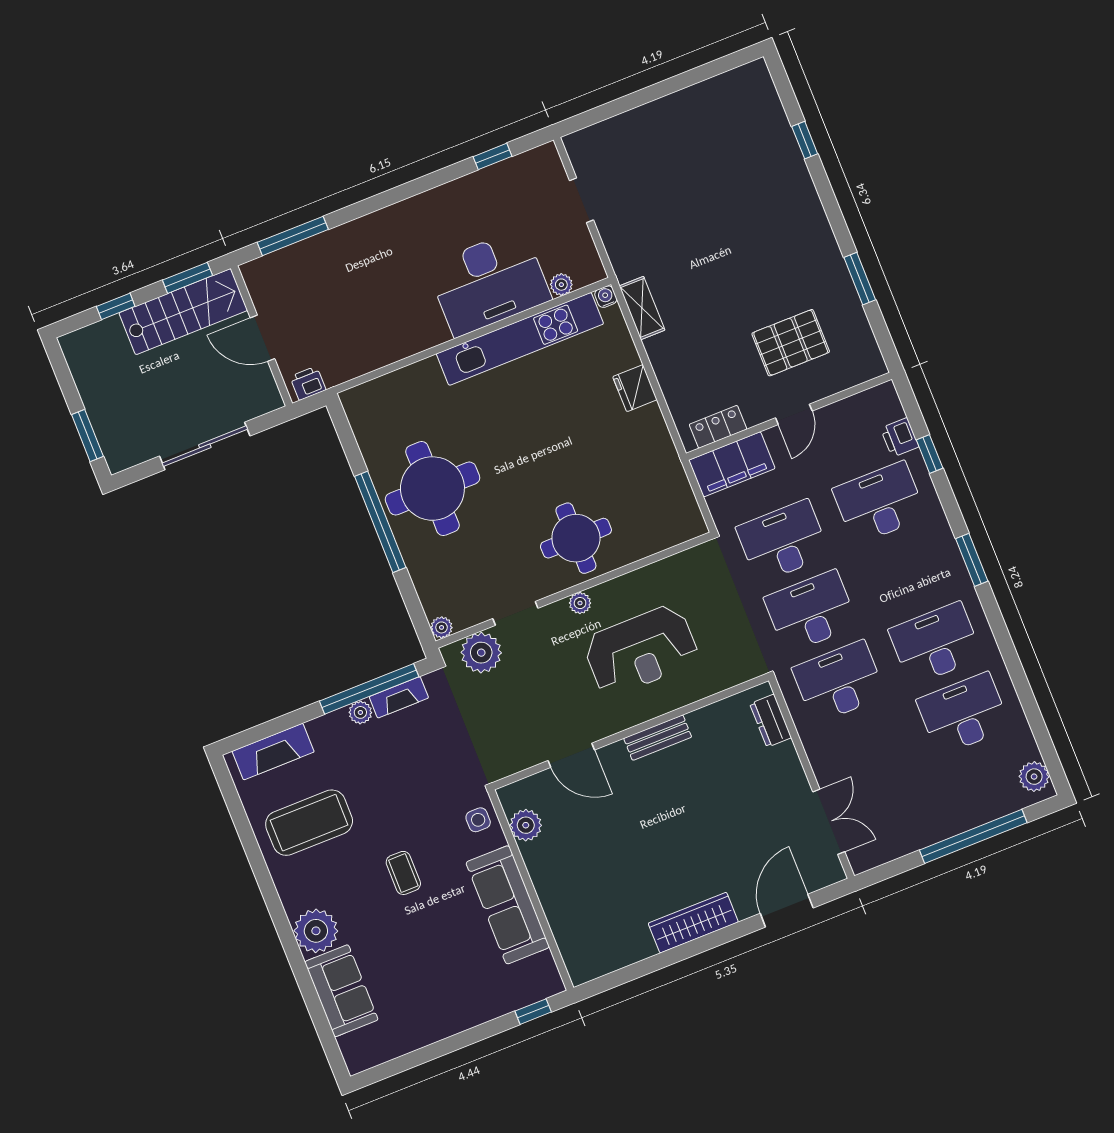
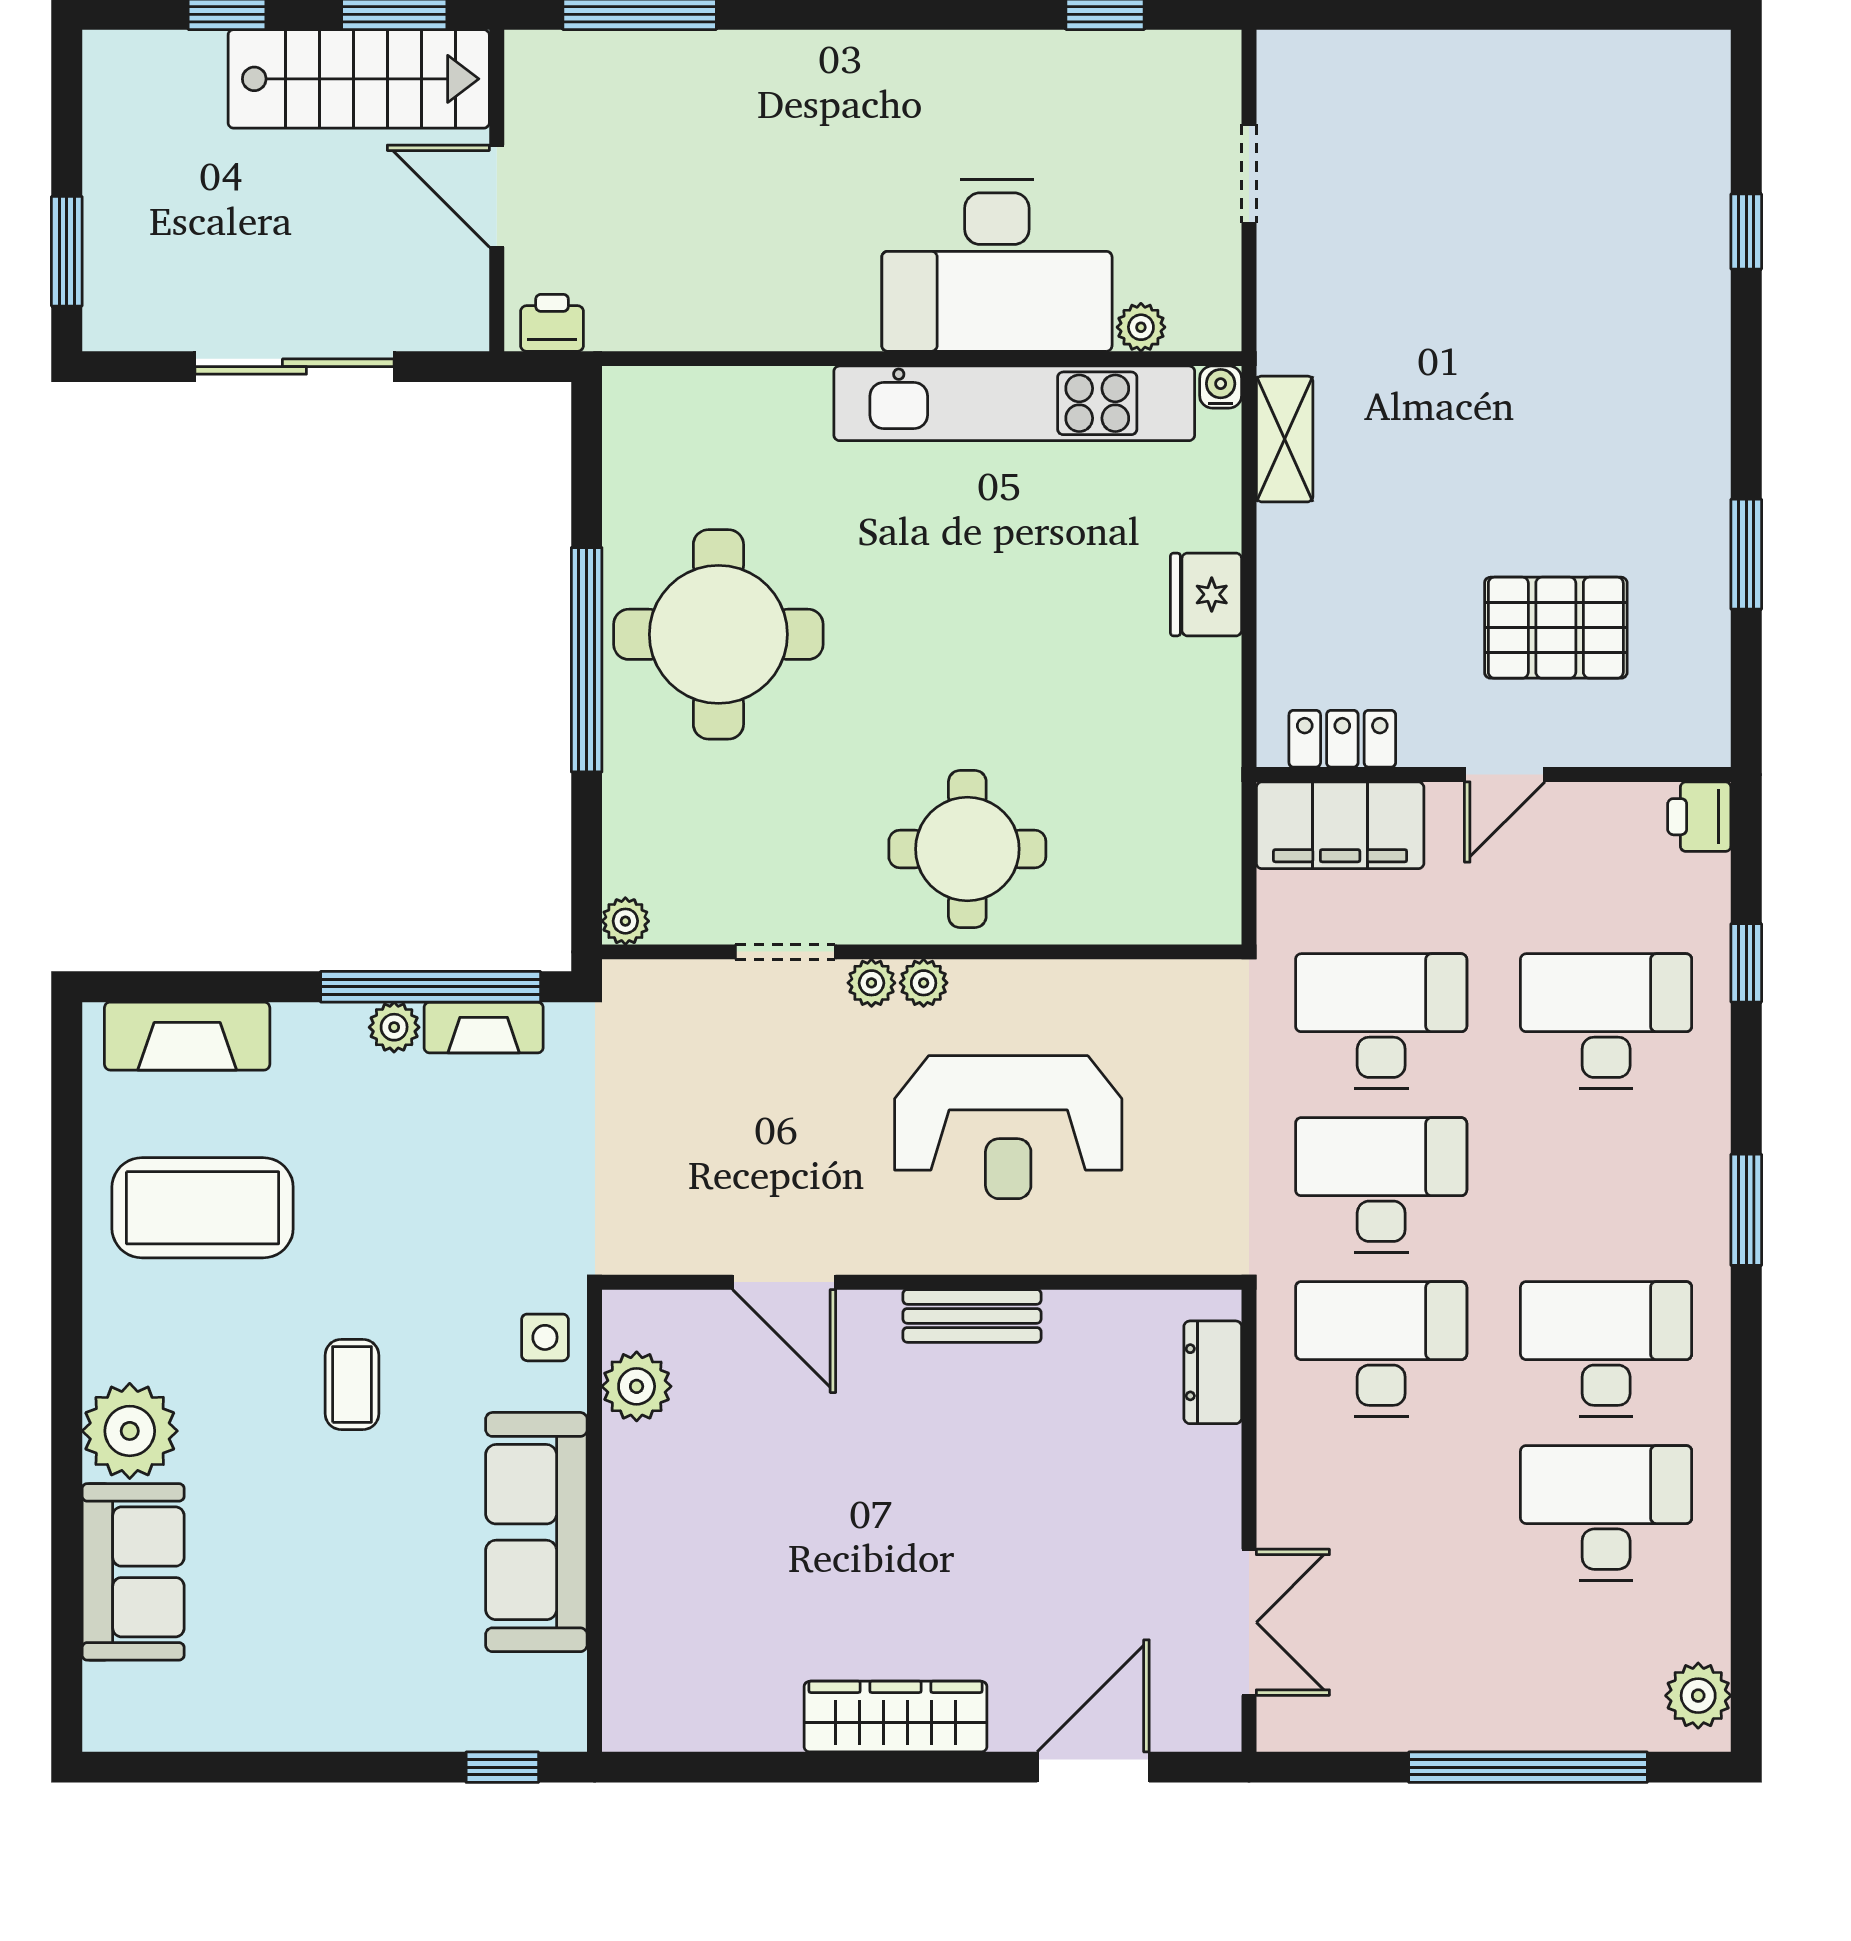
printer: (900, 437) -> (1699, 817), moved
plant: (481, 653) -> (871, 983), moved, width x0.53, depth x0.53

